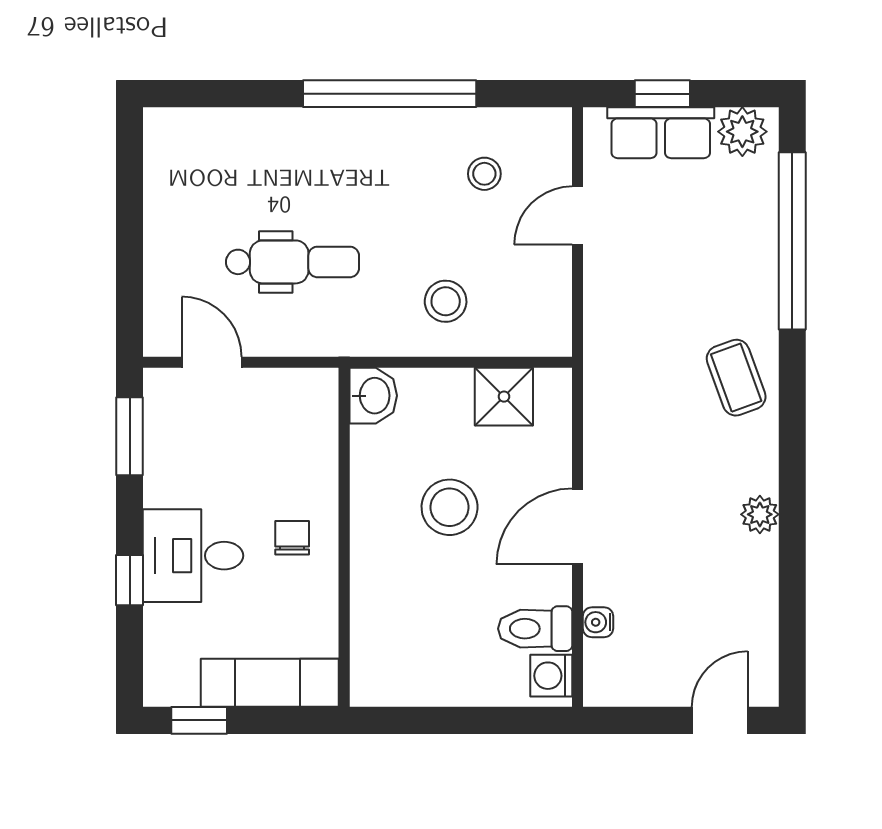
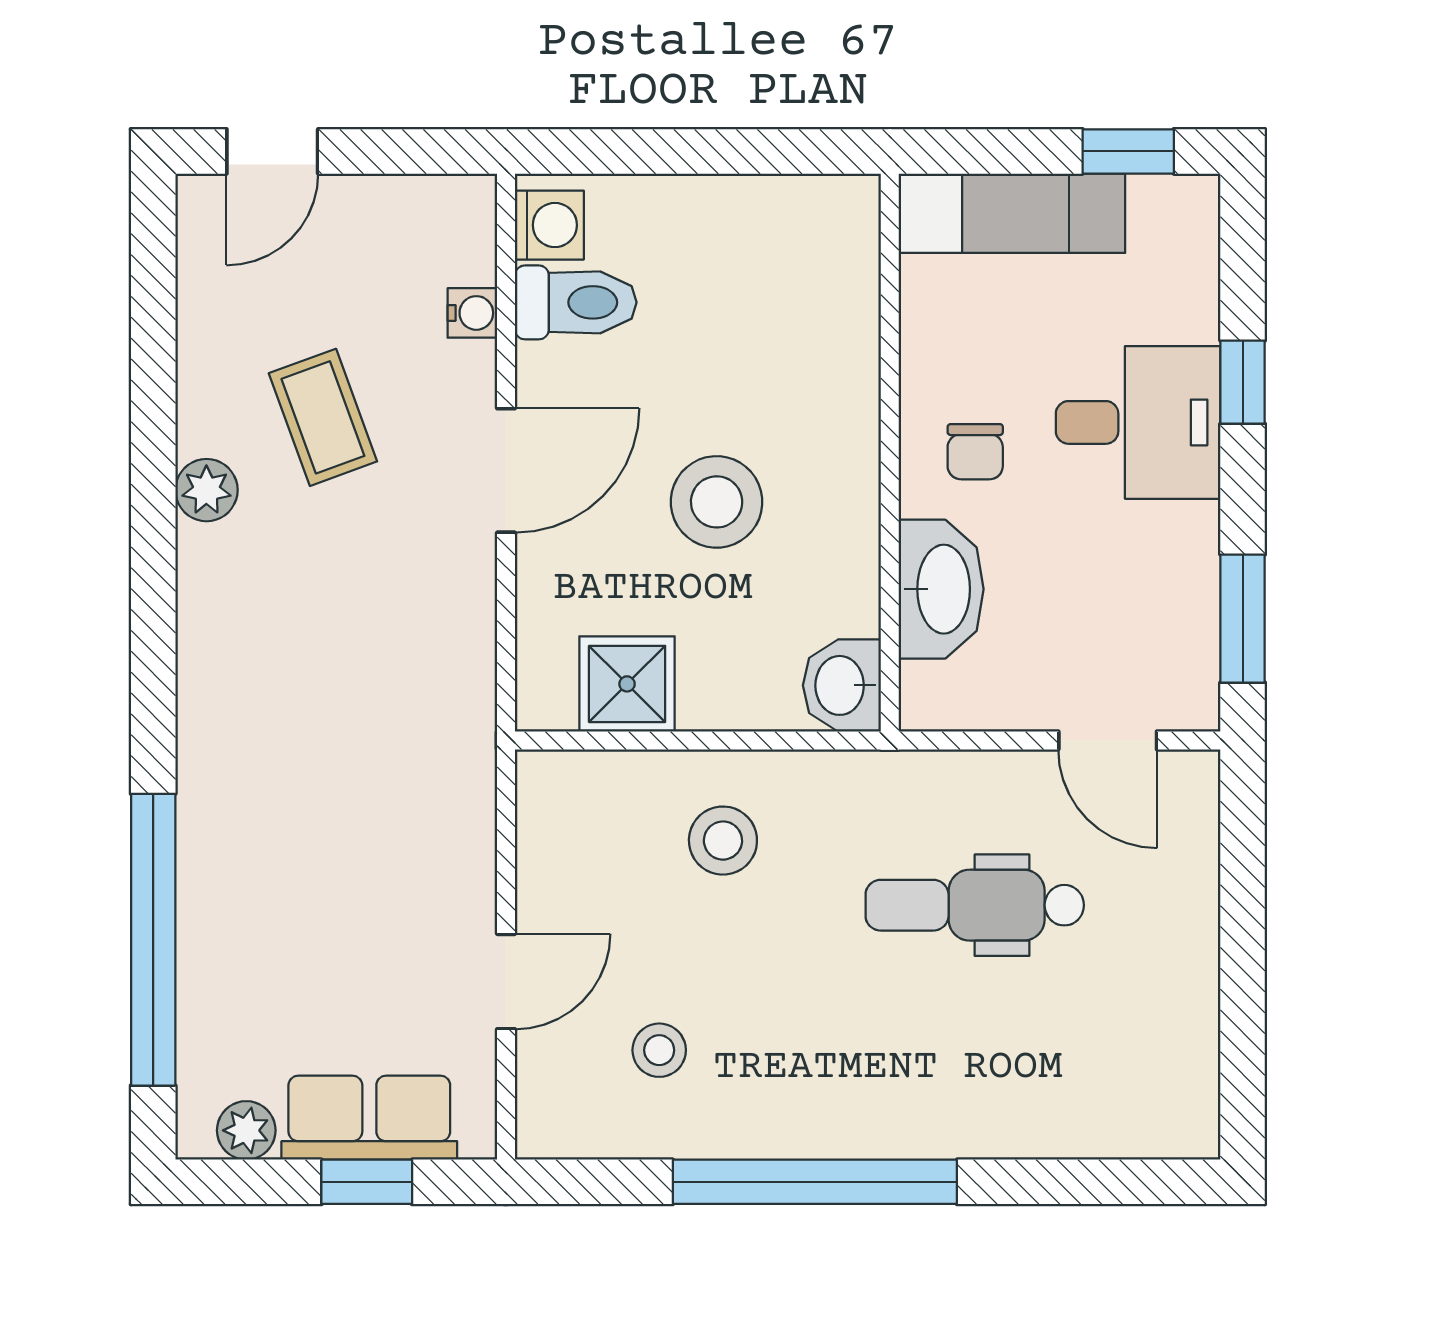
plant: (742, 132) -> (246, 1130), width x0.73, depth x0.73
coffee table: (736, 378) -> (323, 417), moved
washbasin: (313, 454) -> (941, 589), added

